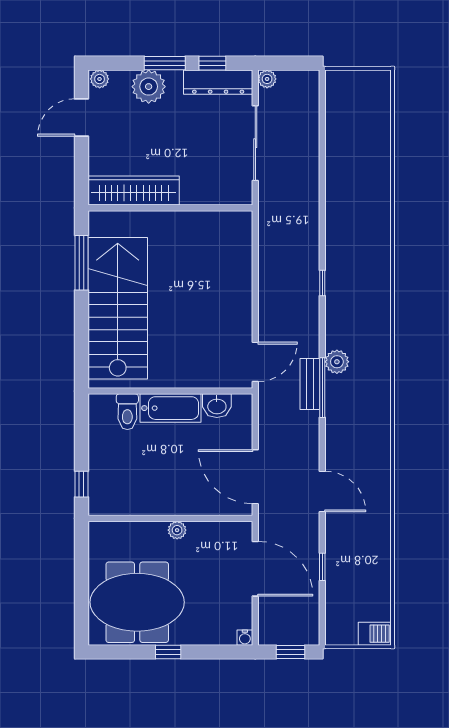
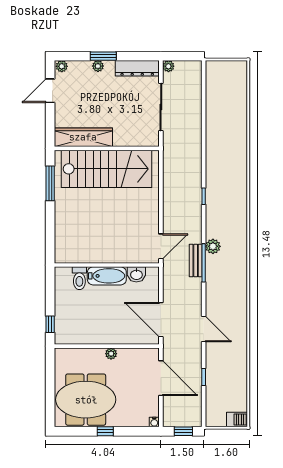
window: (212, 63) -> (134, 56), removed
plant: (149, 87) -> (98, 66), width x0.53, depth x0.53
stairs: (118, 308) -> (107, 169), moved, turned 90

